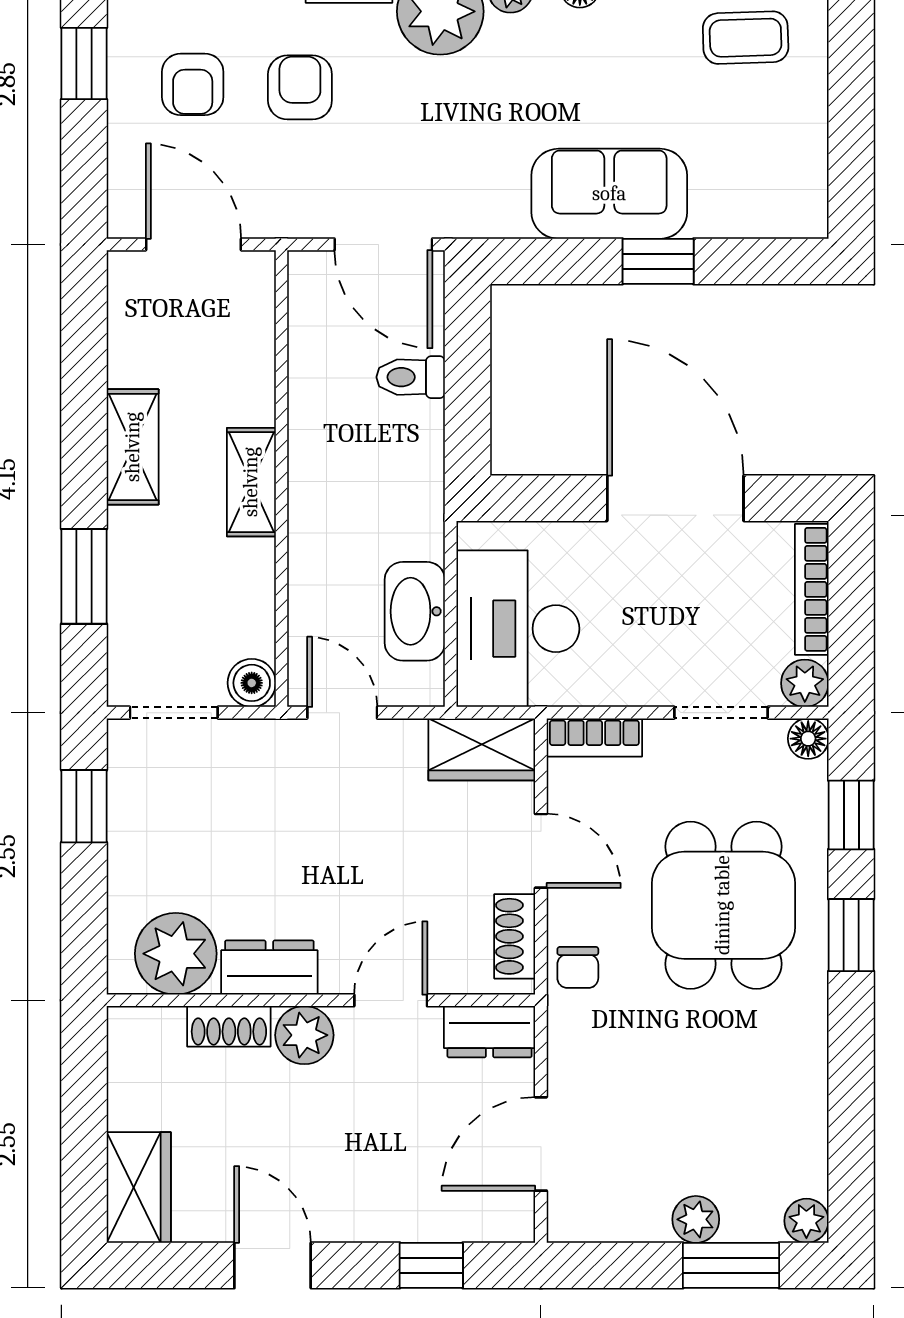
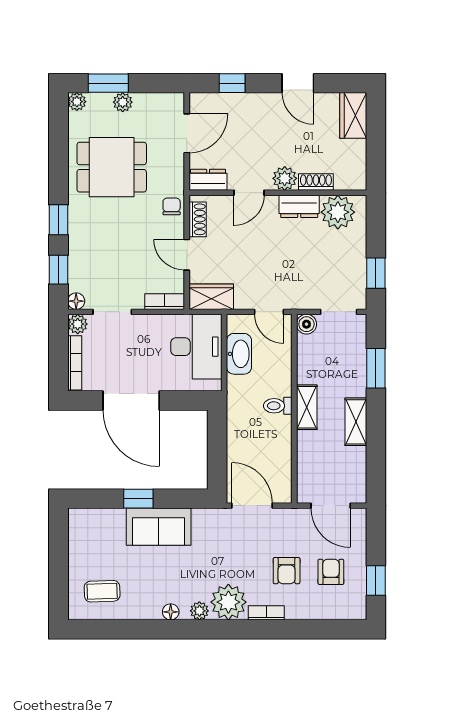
toilet: (411, 377) -> (278, 406), moved, turned 180
dining table: (723, 905) -> (112, 167), moved, turned 90

